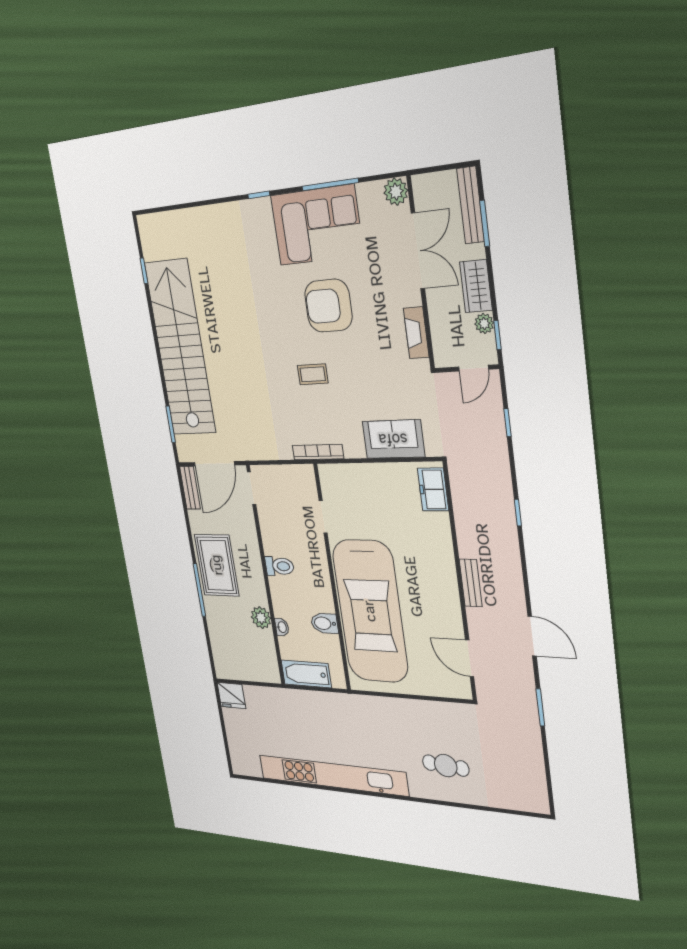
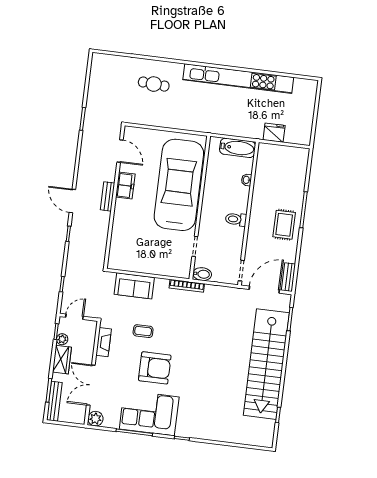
coffee table: (313, 374) -> (143, 331), moved
freezer: (433, 489) -> (125, 186), moved
rug: (217, 565) -> (284, 225), width x0.73, depth x0.70
plant: (261, 618) -> (261, 187), removed
bidet: (324, 623) -> (202, 274), moved
door: (532, 636) -> (72, 201), moved
fridge: (231, 695) -> (274, 133), moved

